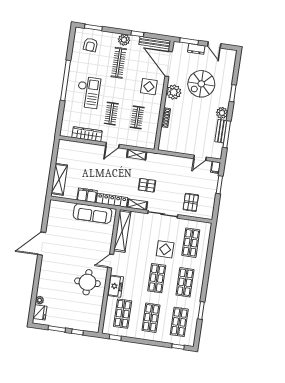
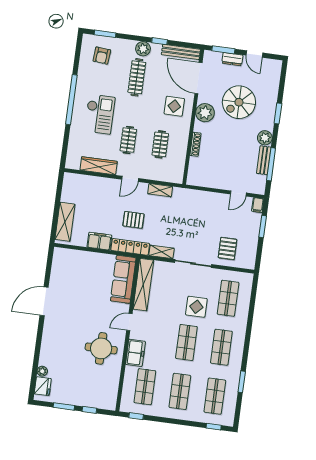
pallet: (147, 185) -> (133, 220), moved
sofa: (93, 214) -> (123, 279), moved, turned 90

